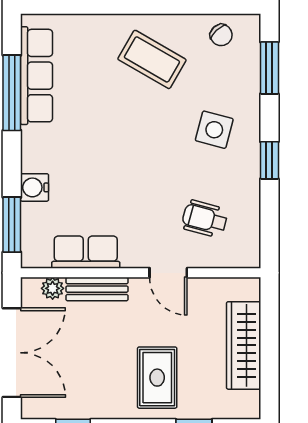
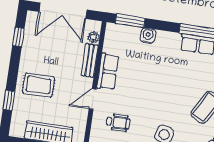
wheelchair: (205, 219) -> (118, 123), turned 75
row of seats: (86, 252) -> (108, 72), moved

